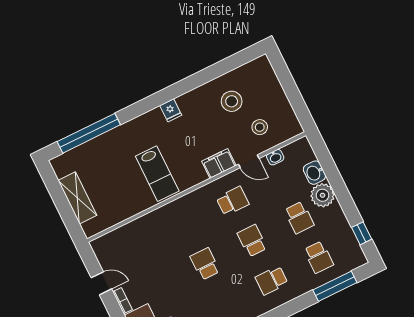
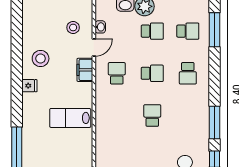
stool: (232, 101) -> (41, 59), moved
lab bench: (157, 174) -> (70, 118), turned 180
school desk: (252, 241) -> (152, 73), turned 180
school desk: (205, 264) -> (152, 116), turned 90

